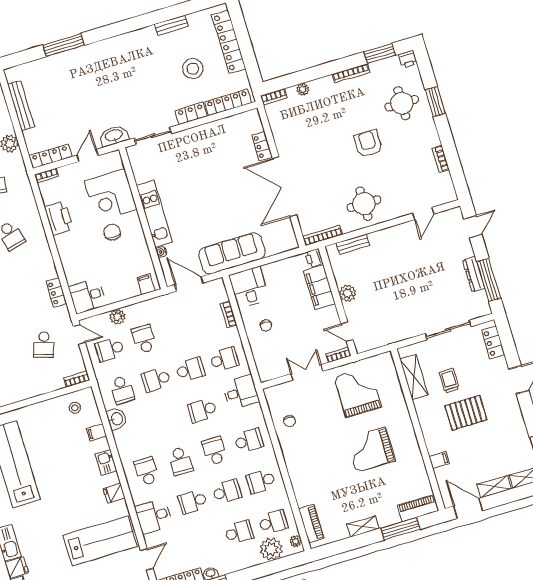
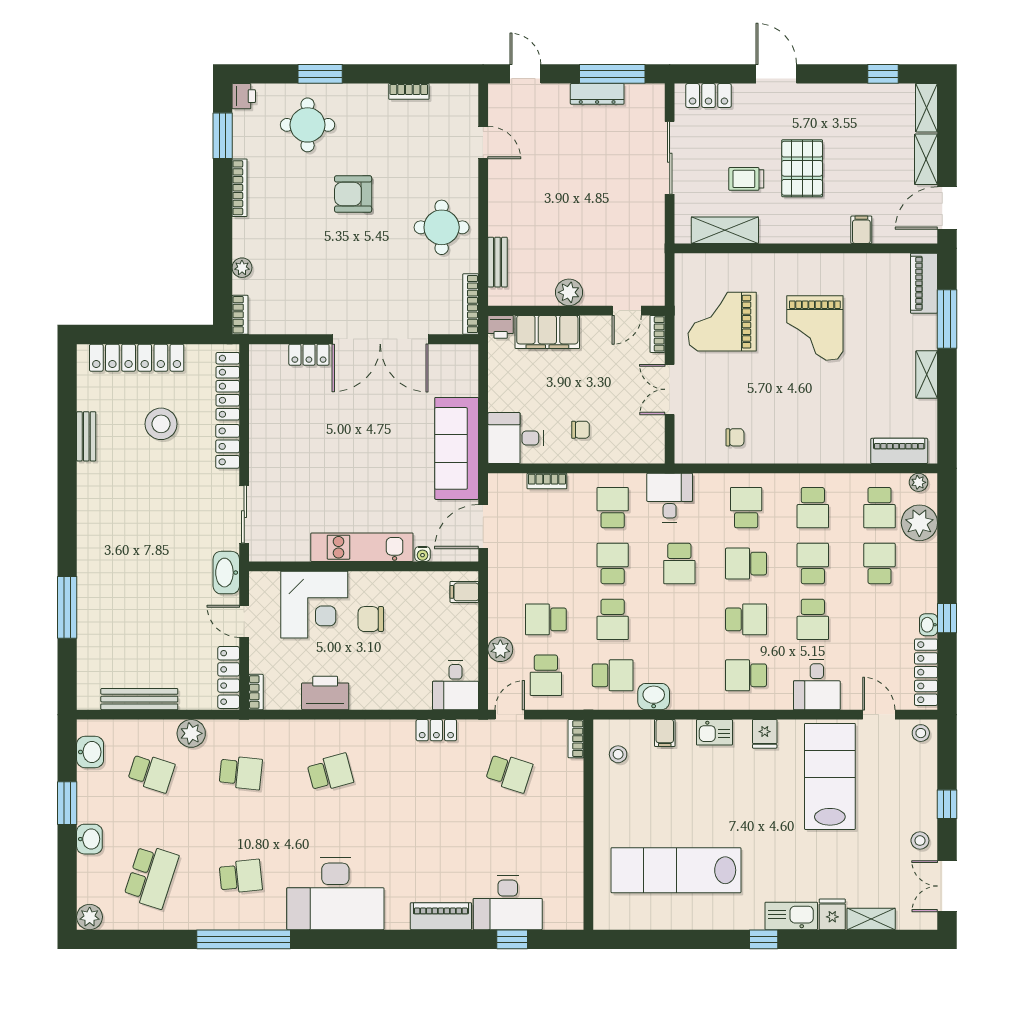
school desk: (273, 522) -> (879, 508), turned 180

